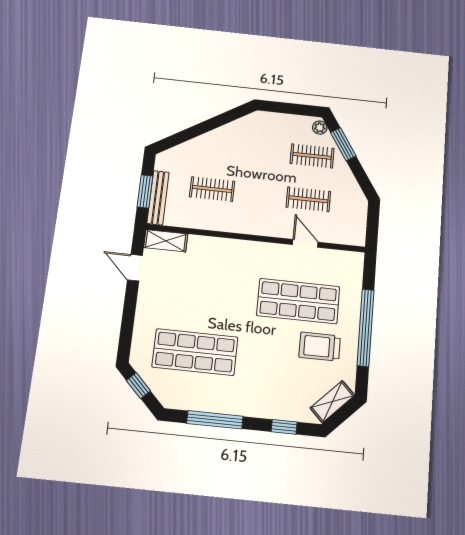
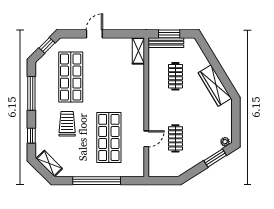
wardrobe: (233, 133) -> (215, 85), added
clothes rail: (312, 156) -> (205, 138), removed
door: (135, 268) -> (94, 34), moved
trolley: (320, 347) -> (67, 124), moved

